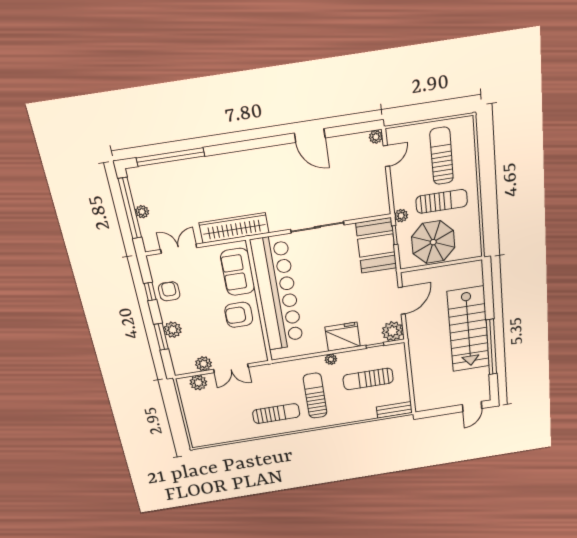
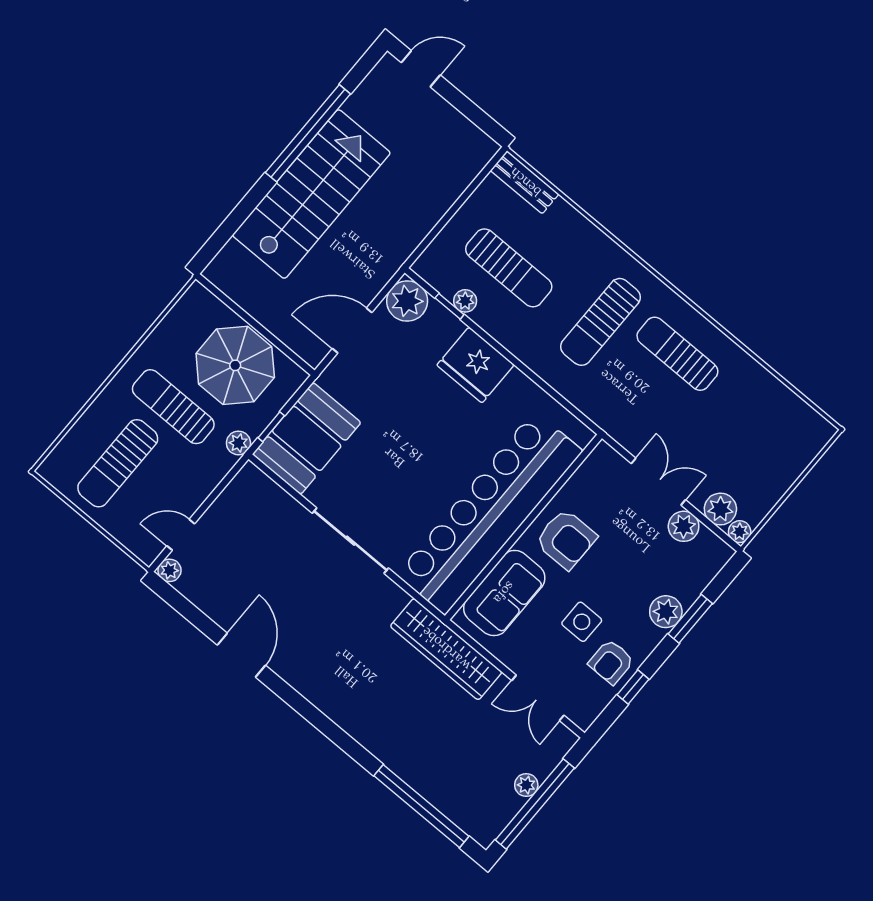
side table: (197, 293) -> (582, 622), added
plant: (331, 359) -> (465, 301), moved
plant: (182, 383) -> (740, 532), added

